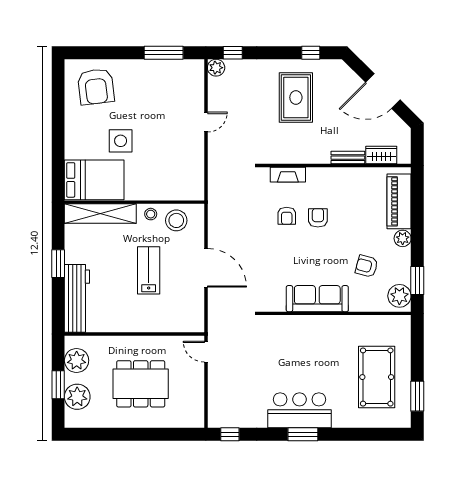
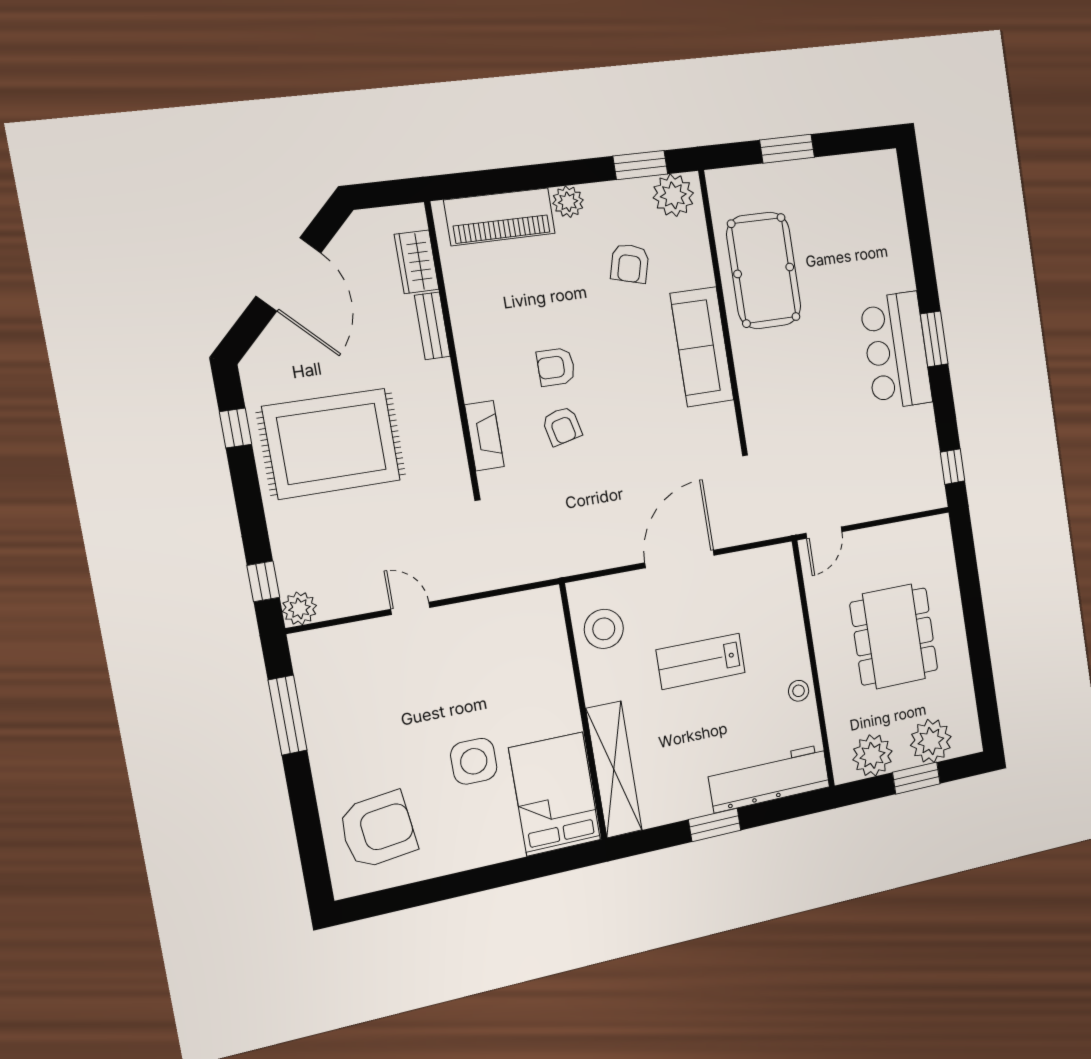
rug: (296, 97) -> (332, 444), width x1.37, depth x1.44
stool: (151, 214) -> (799, 691), moved
armchair: (287, 216) -> (562, 426), turned 77
pool table: (377, 377) -> (764, 270), moved, turned 90
window: (417, 396) -> (787, 149), moved

